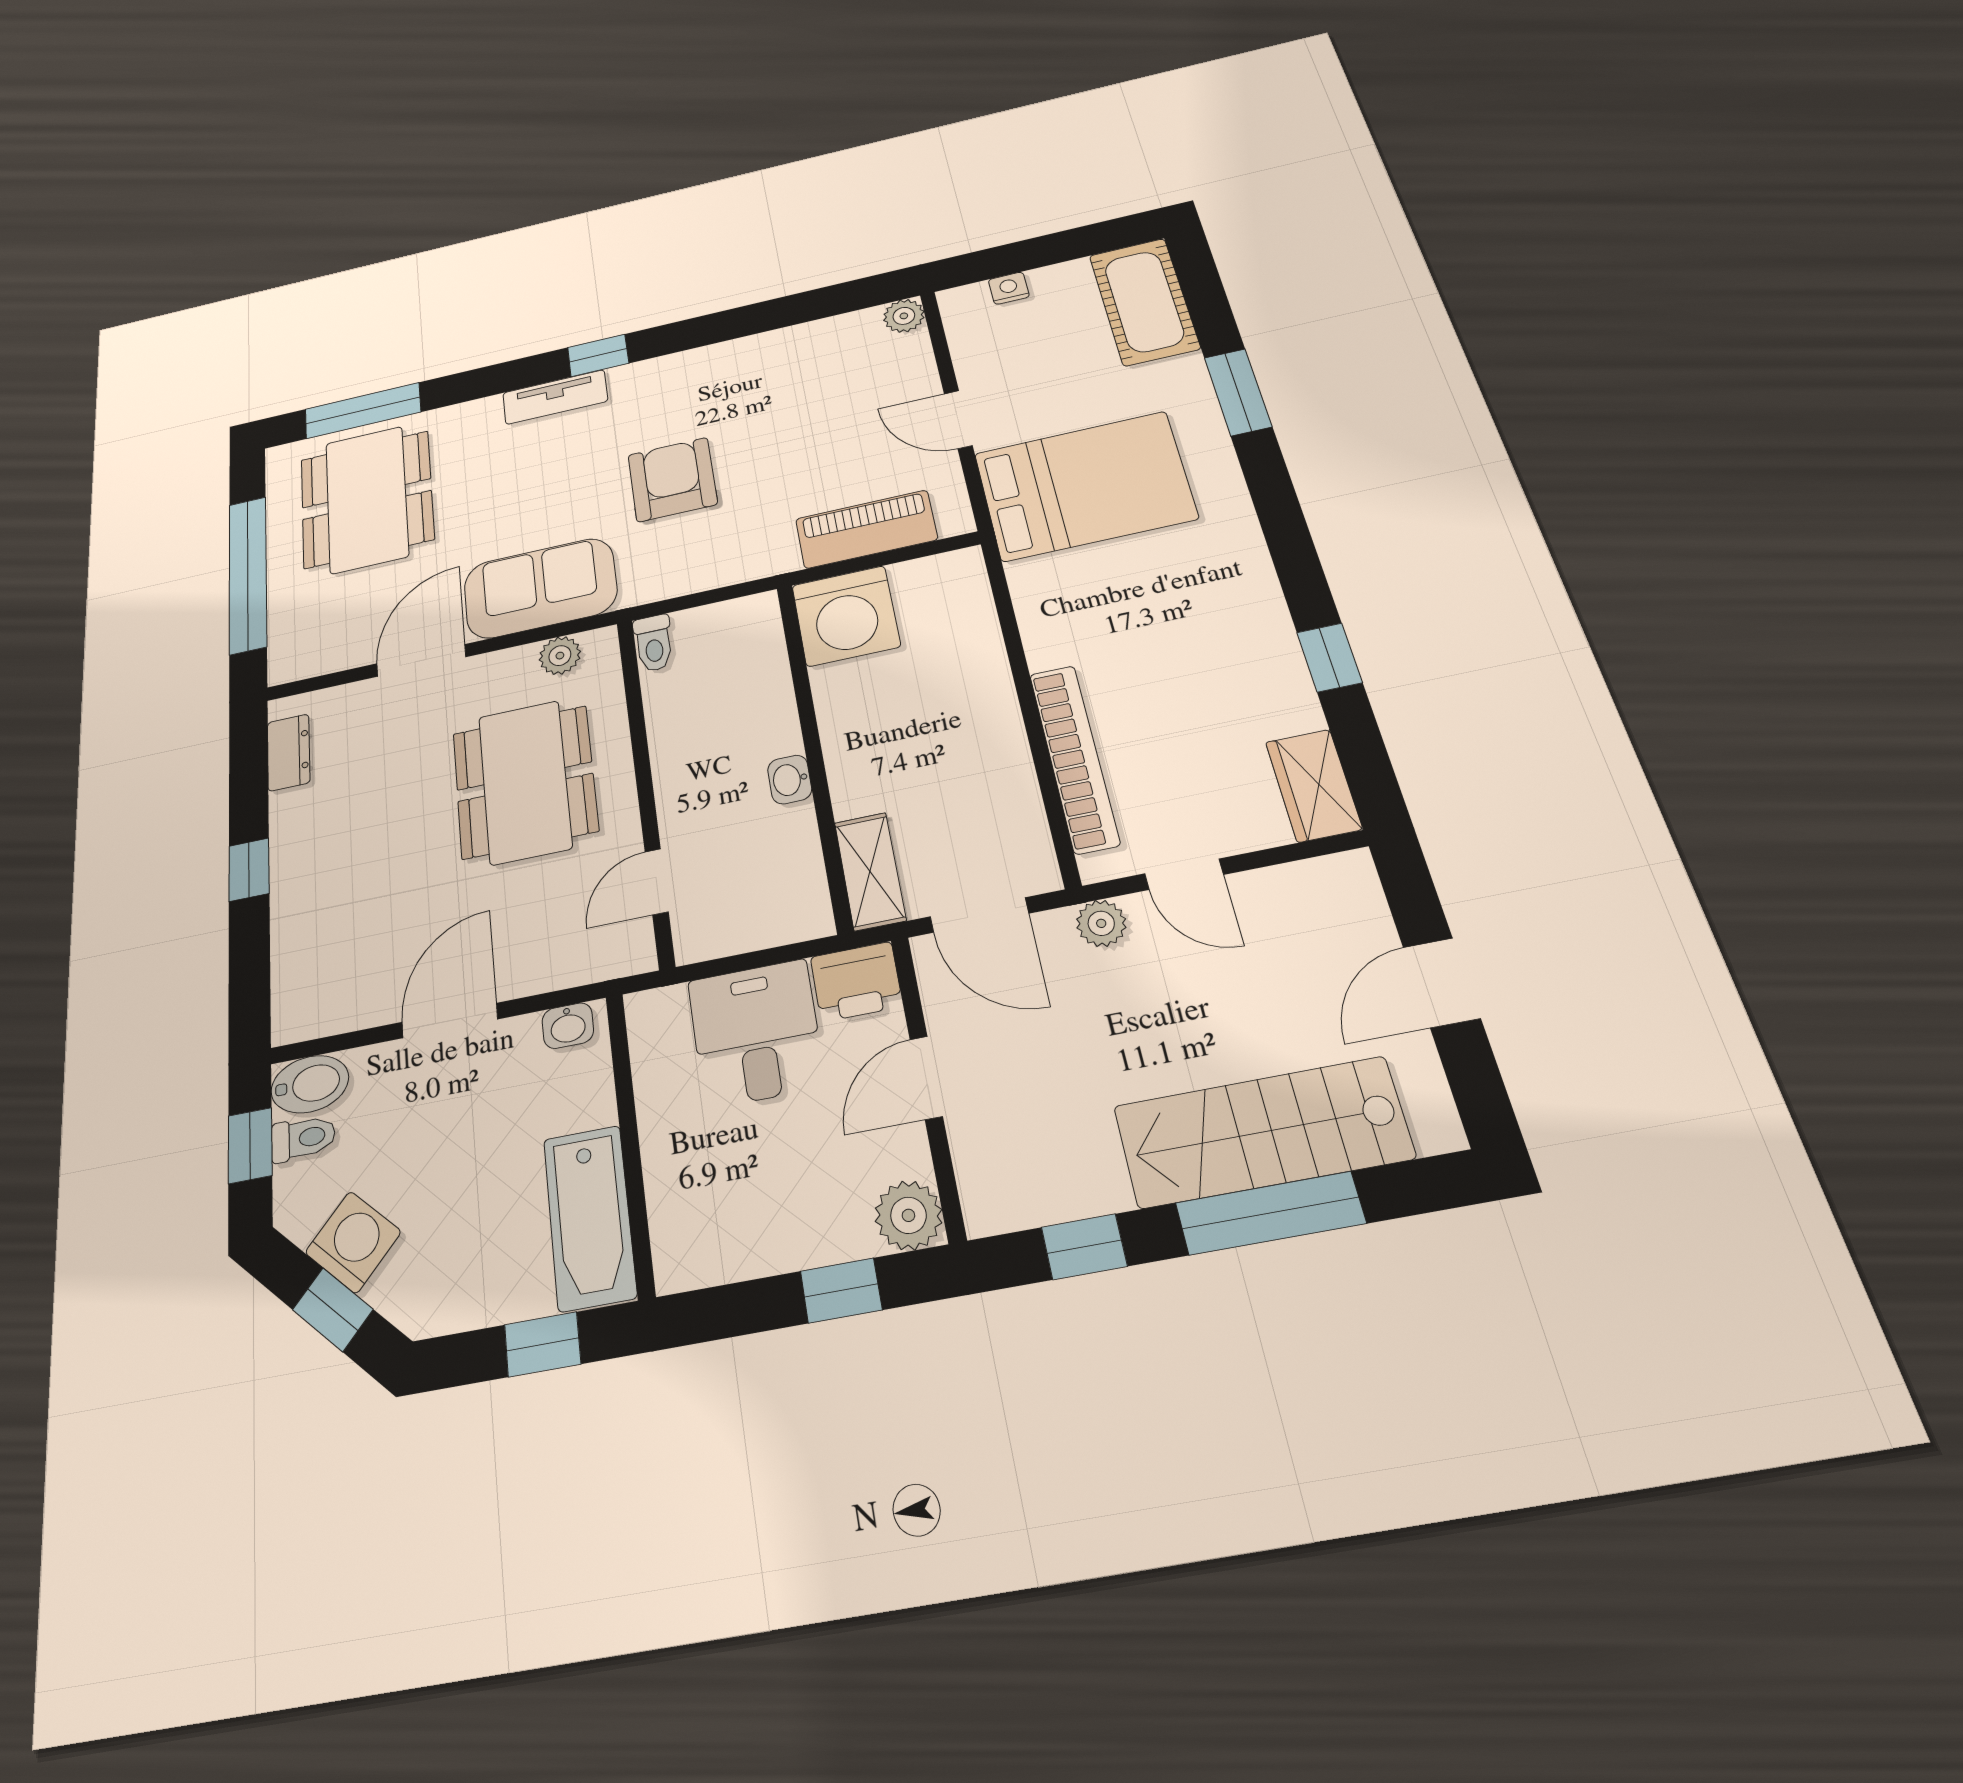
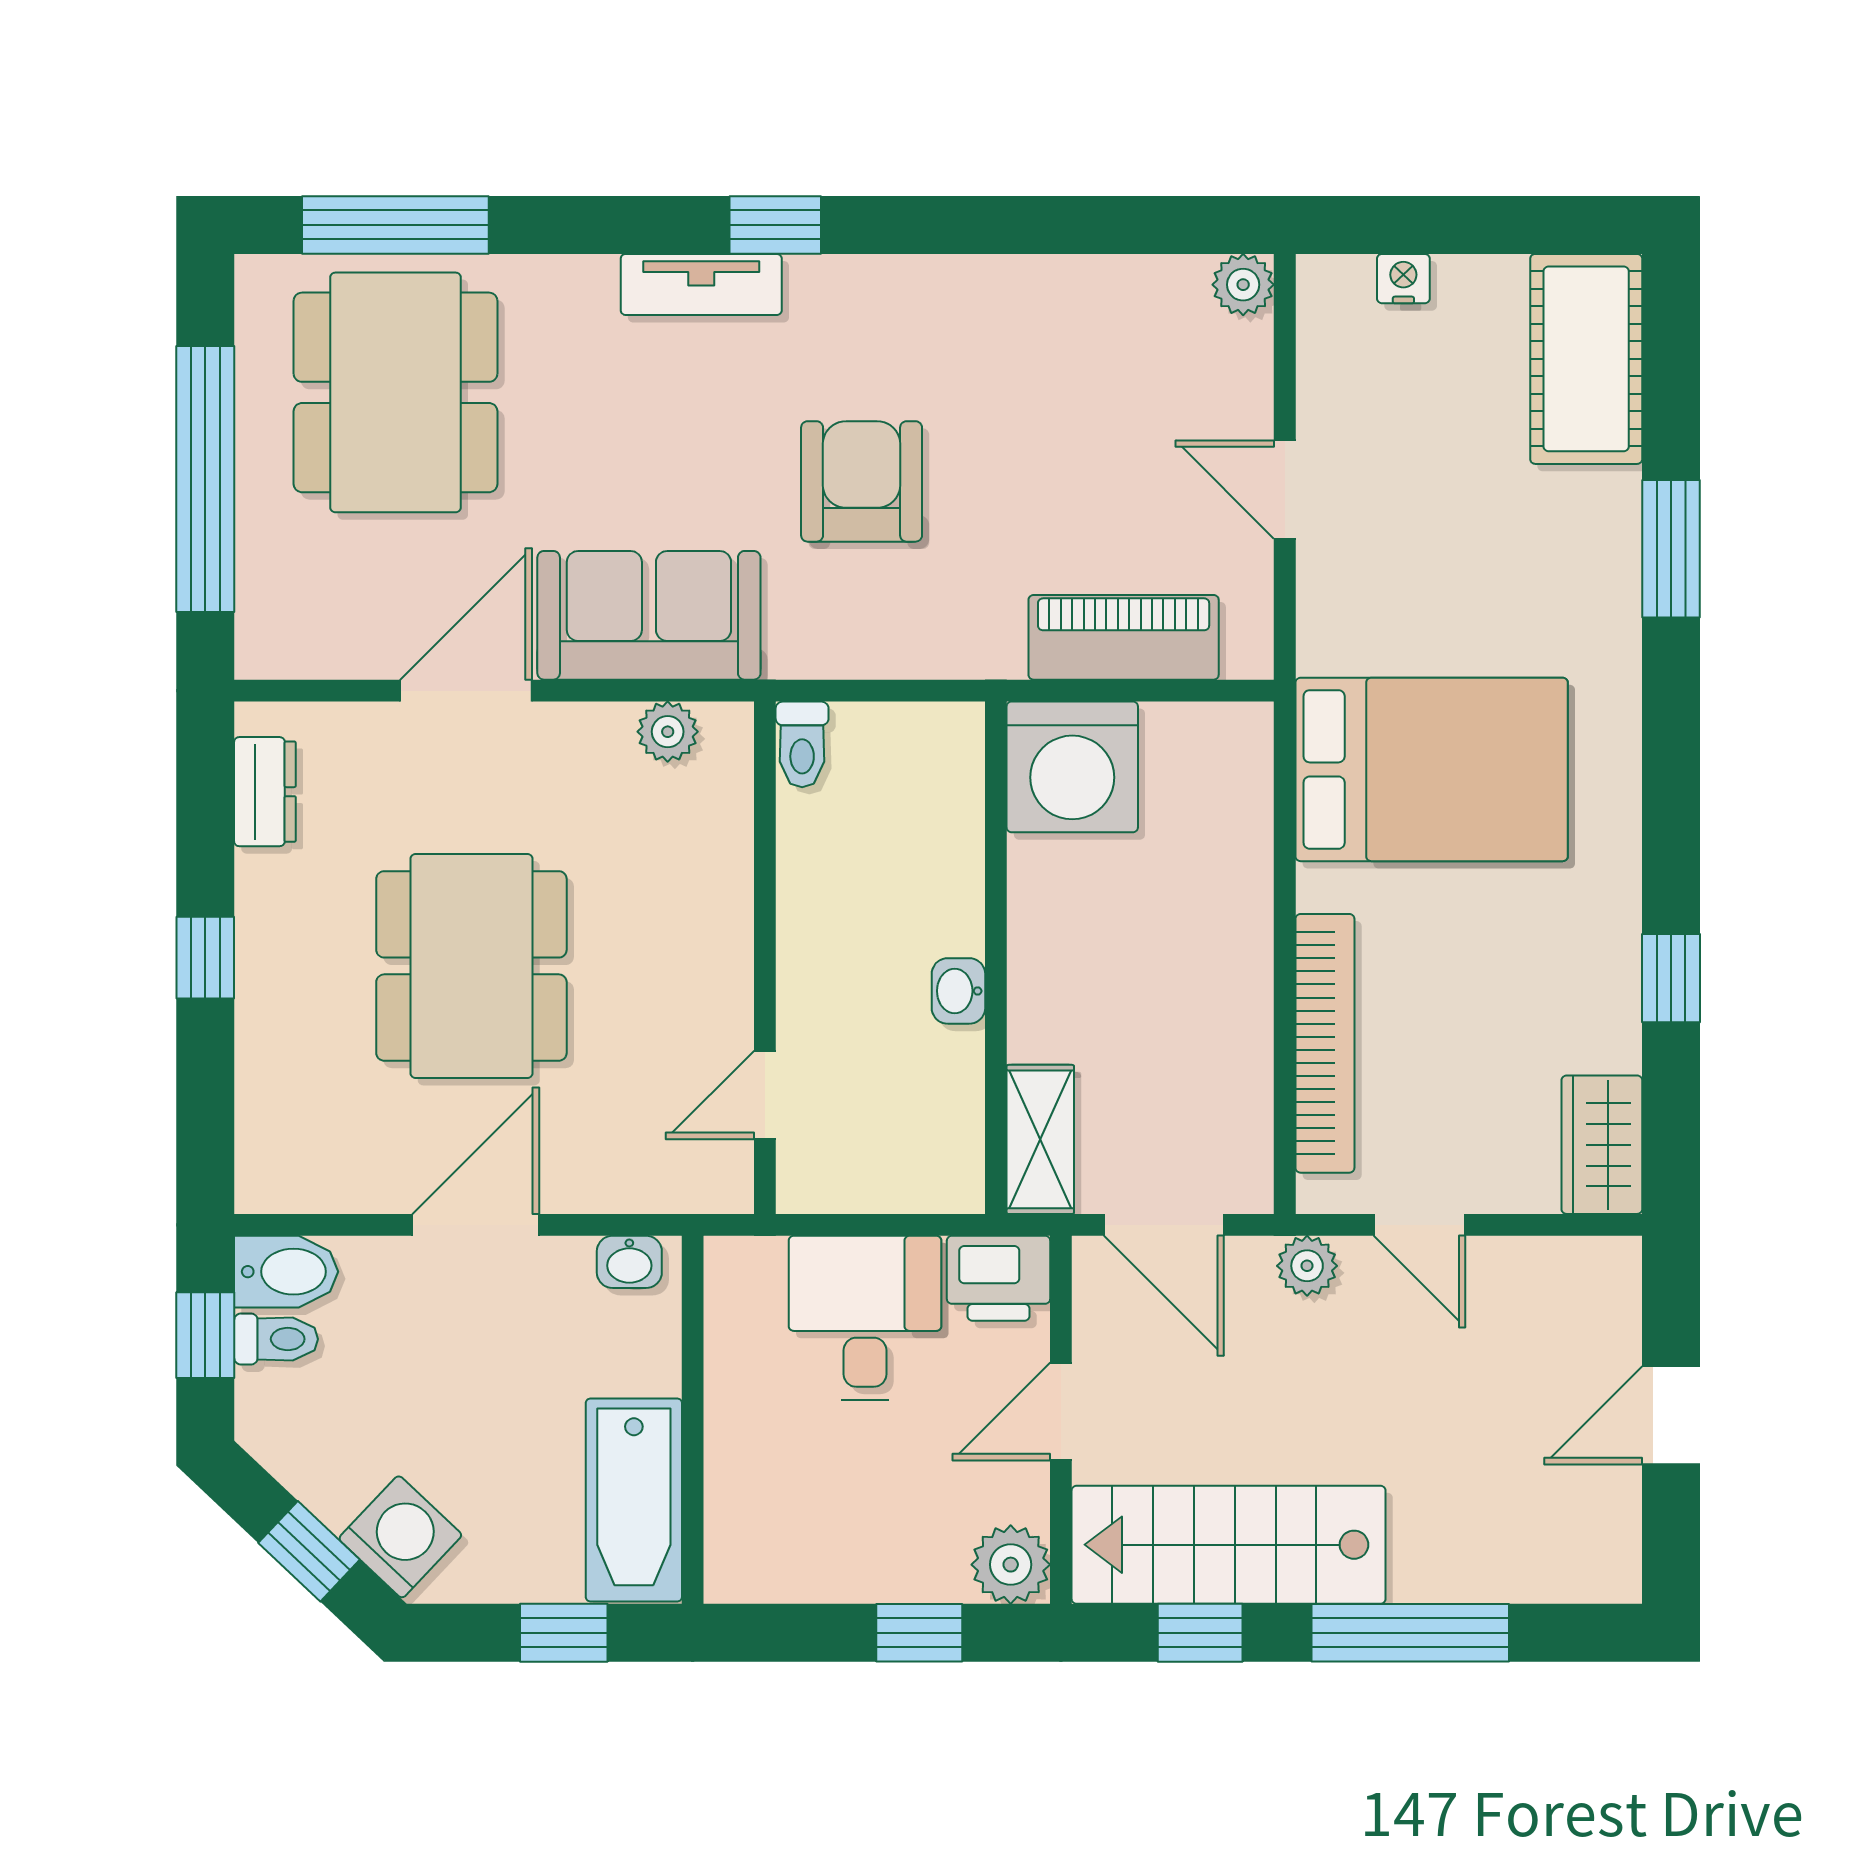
bed: (1085, 486) -> (1432, 769), moved
dining table: (525, 782) -> (471, 966), moved
stairs: (1262, 1132) -> (1229, 1545), moved
washing machine: (353, 1242) -> (400, 1537), moved

